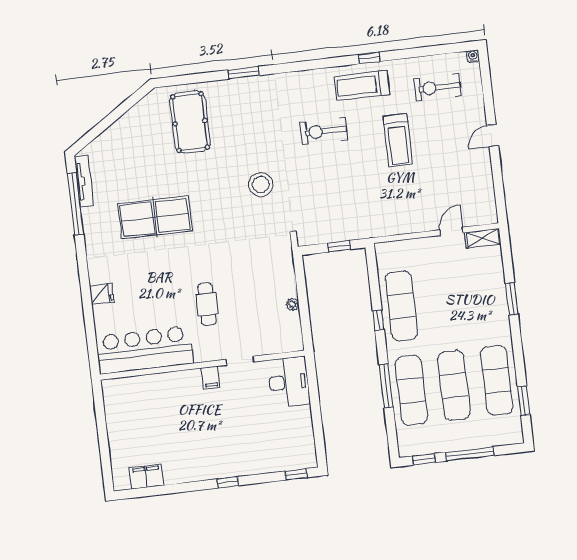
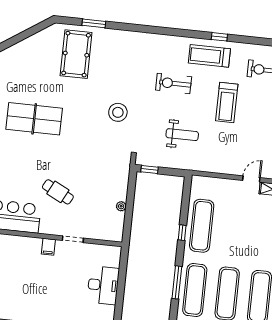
window: (244, 73) -> (94, 23), moved
weight bench: (350, 194) -> (182, 135), added
window: (339, 246) -> (150, 169), moved
cafe table: (207, 304) -> (58, 192), turned -63
desk: (289, 382) -> (103, 285), moved

